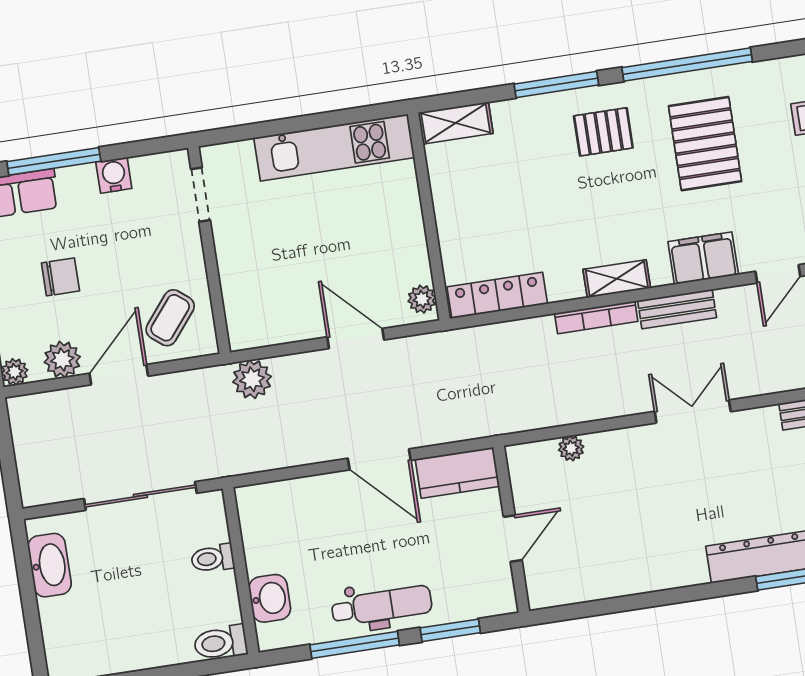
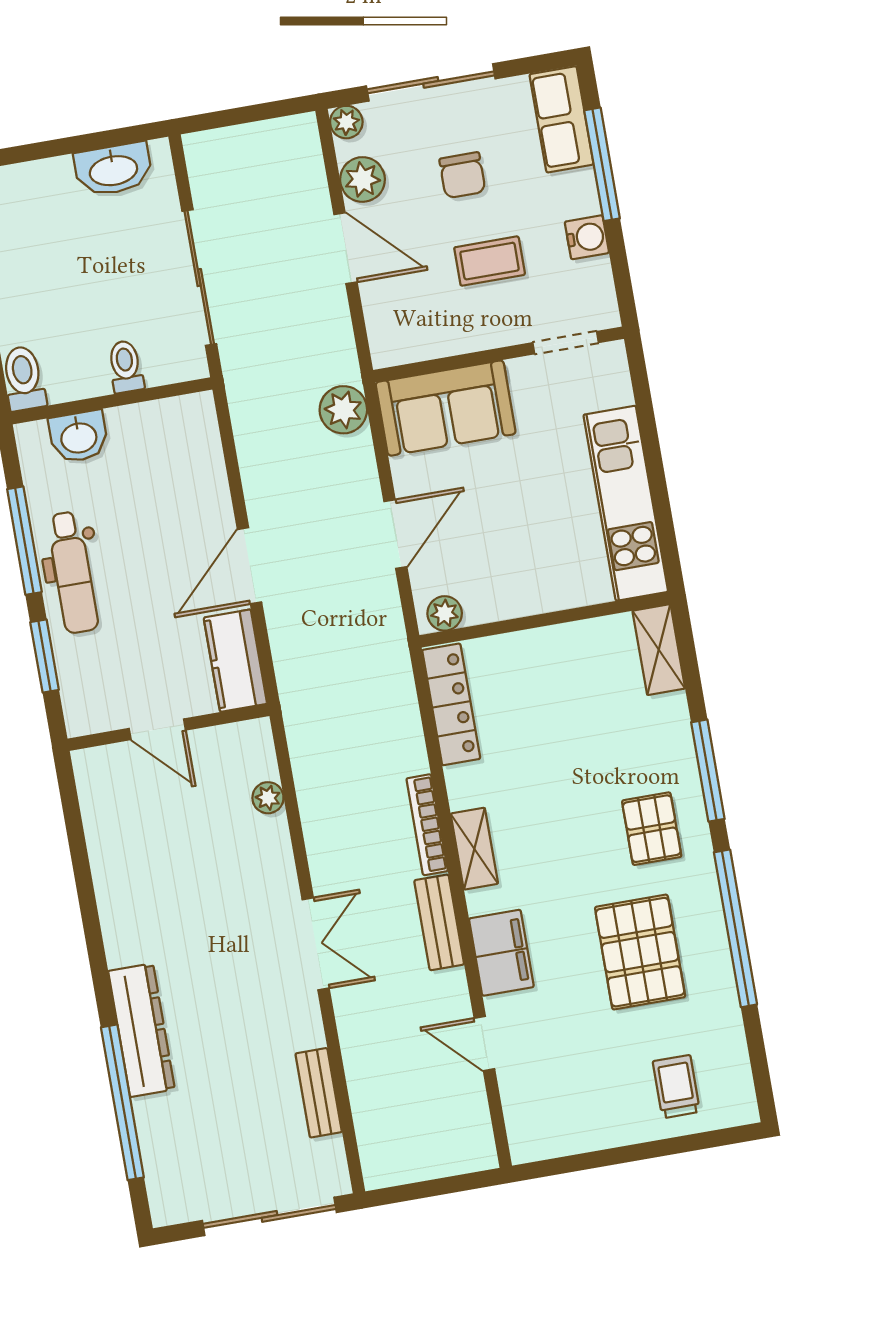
pallet: (705, 144) -> (640, 952), turned 90
sofa: (252, 295) -> (446, 408), added
coffee table: (170, 318) -> (490, 261), moved, turned -39

